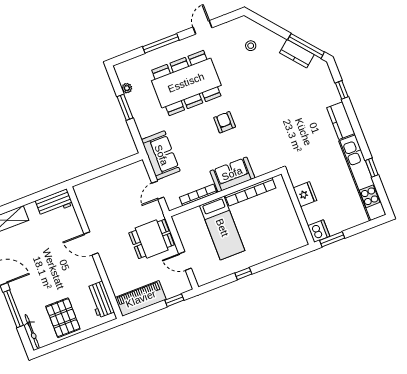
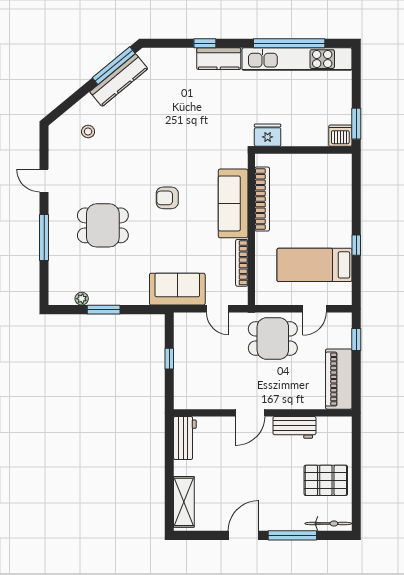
kitchen counter: (297, 54) -> (119, 80), width x1.50
dining table: (186, 83) -> (103, 225), width x0.53, depth x0.80
window: (342, 90) -> (205, 43), moved
window: (372, 168) -> (289, 43), width x3.17
window: (108, 169) -> (169, 359), added
sofa: (232, 174) -> (233, 203), width x1.36
fridge: (305, 194) -> (268, 135), moved
bed: (222, 228) -> (314, 265), moved, turned 180
dining table: (152, 239) -> (273, 338), turned 90
workbench: (100, 300) -> (294, 427), moved

